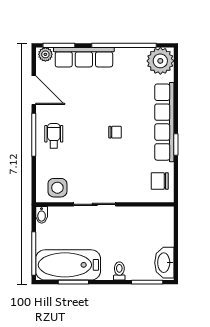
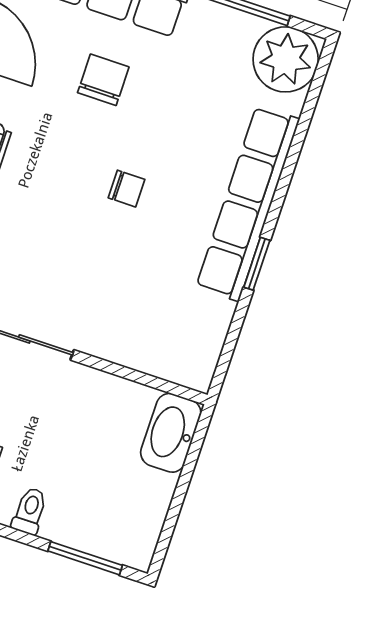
chair: (160, 181) -> (103, 80), moved, turned 90
washbasin: (164, 263) -> (171, 433), moved

